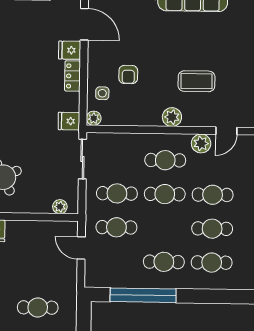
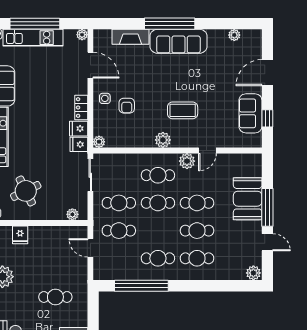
fridge: (70, 50) -> (79, 129), moved
side table: (102, 93) -> (105, 98), moved

